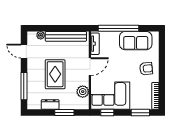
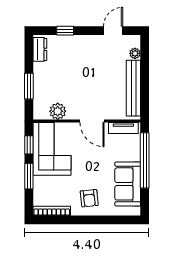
rug: (55, 74) -> (82, 73), removed
window: (24, 86) -> (65, 31), width x0.46
dresser: (50, 105) -> (40, 49), moved
window: (140, 113) -> (29, 176), moved

